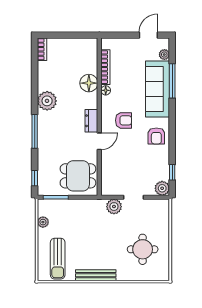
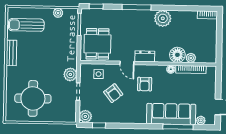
plant: (92, 67) -> (191, 58), added
armchair: (156, 136) -> (113, 93), moved, turned -128
side table: (113, 174) -> (99, 74), added
round table: (143, 249) -> (33, 98), width x1.36, depth x1.36
bench: (96, 275) -> (11, 53), width x0.73

